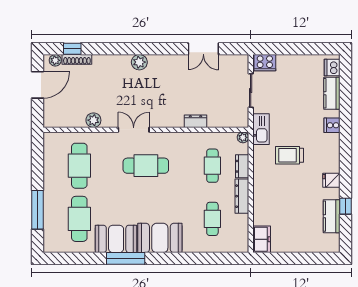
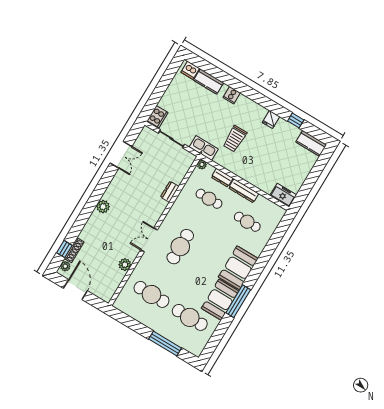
kitchen counter: (332, 216) -> (311, 143), moved

